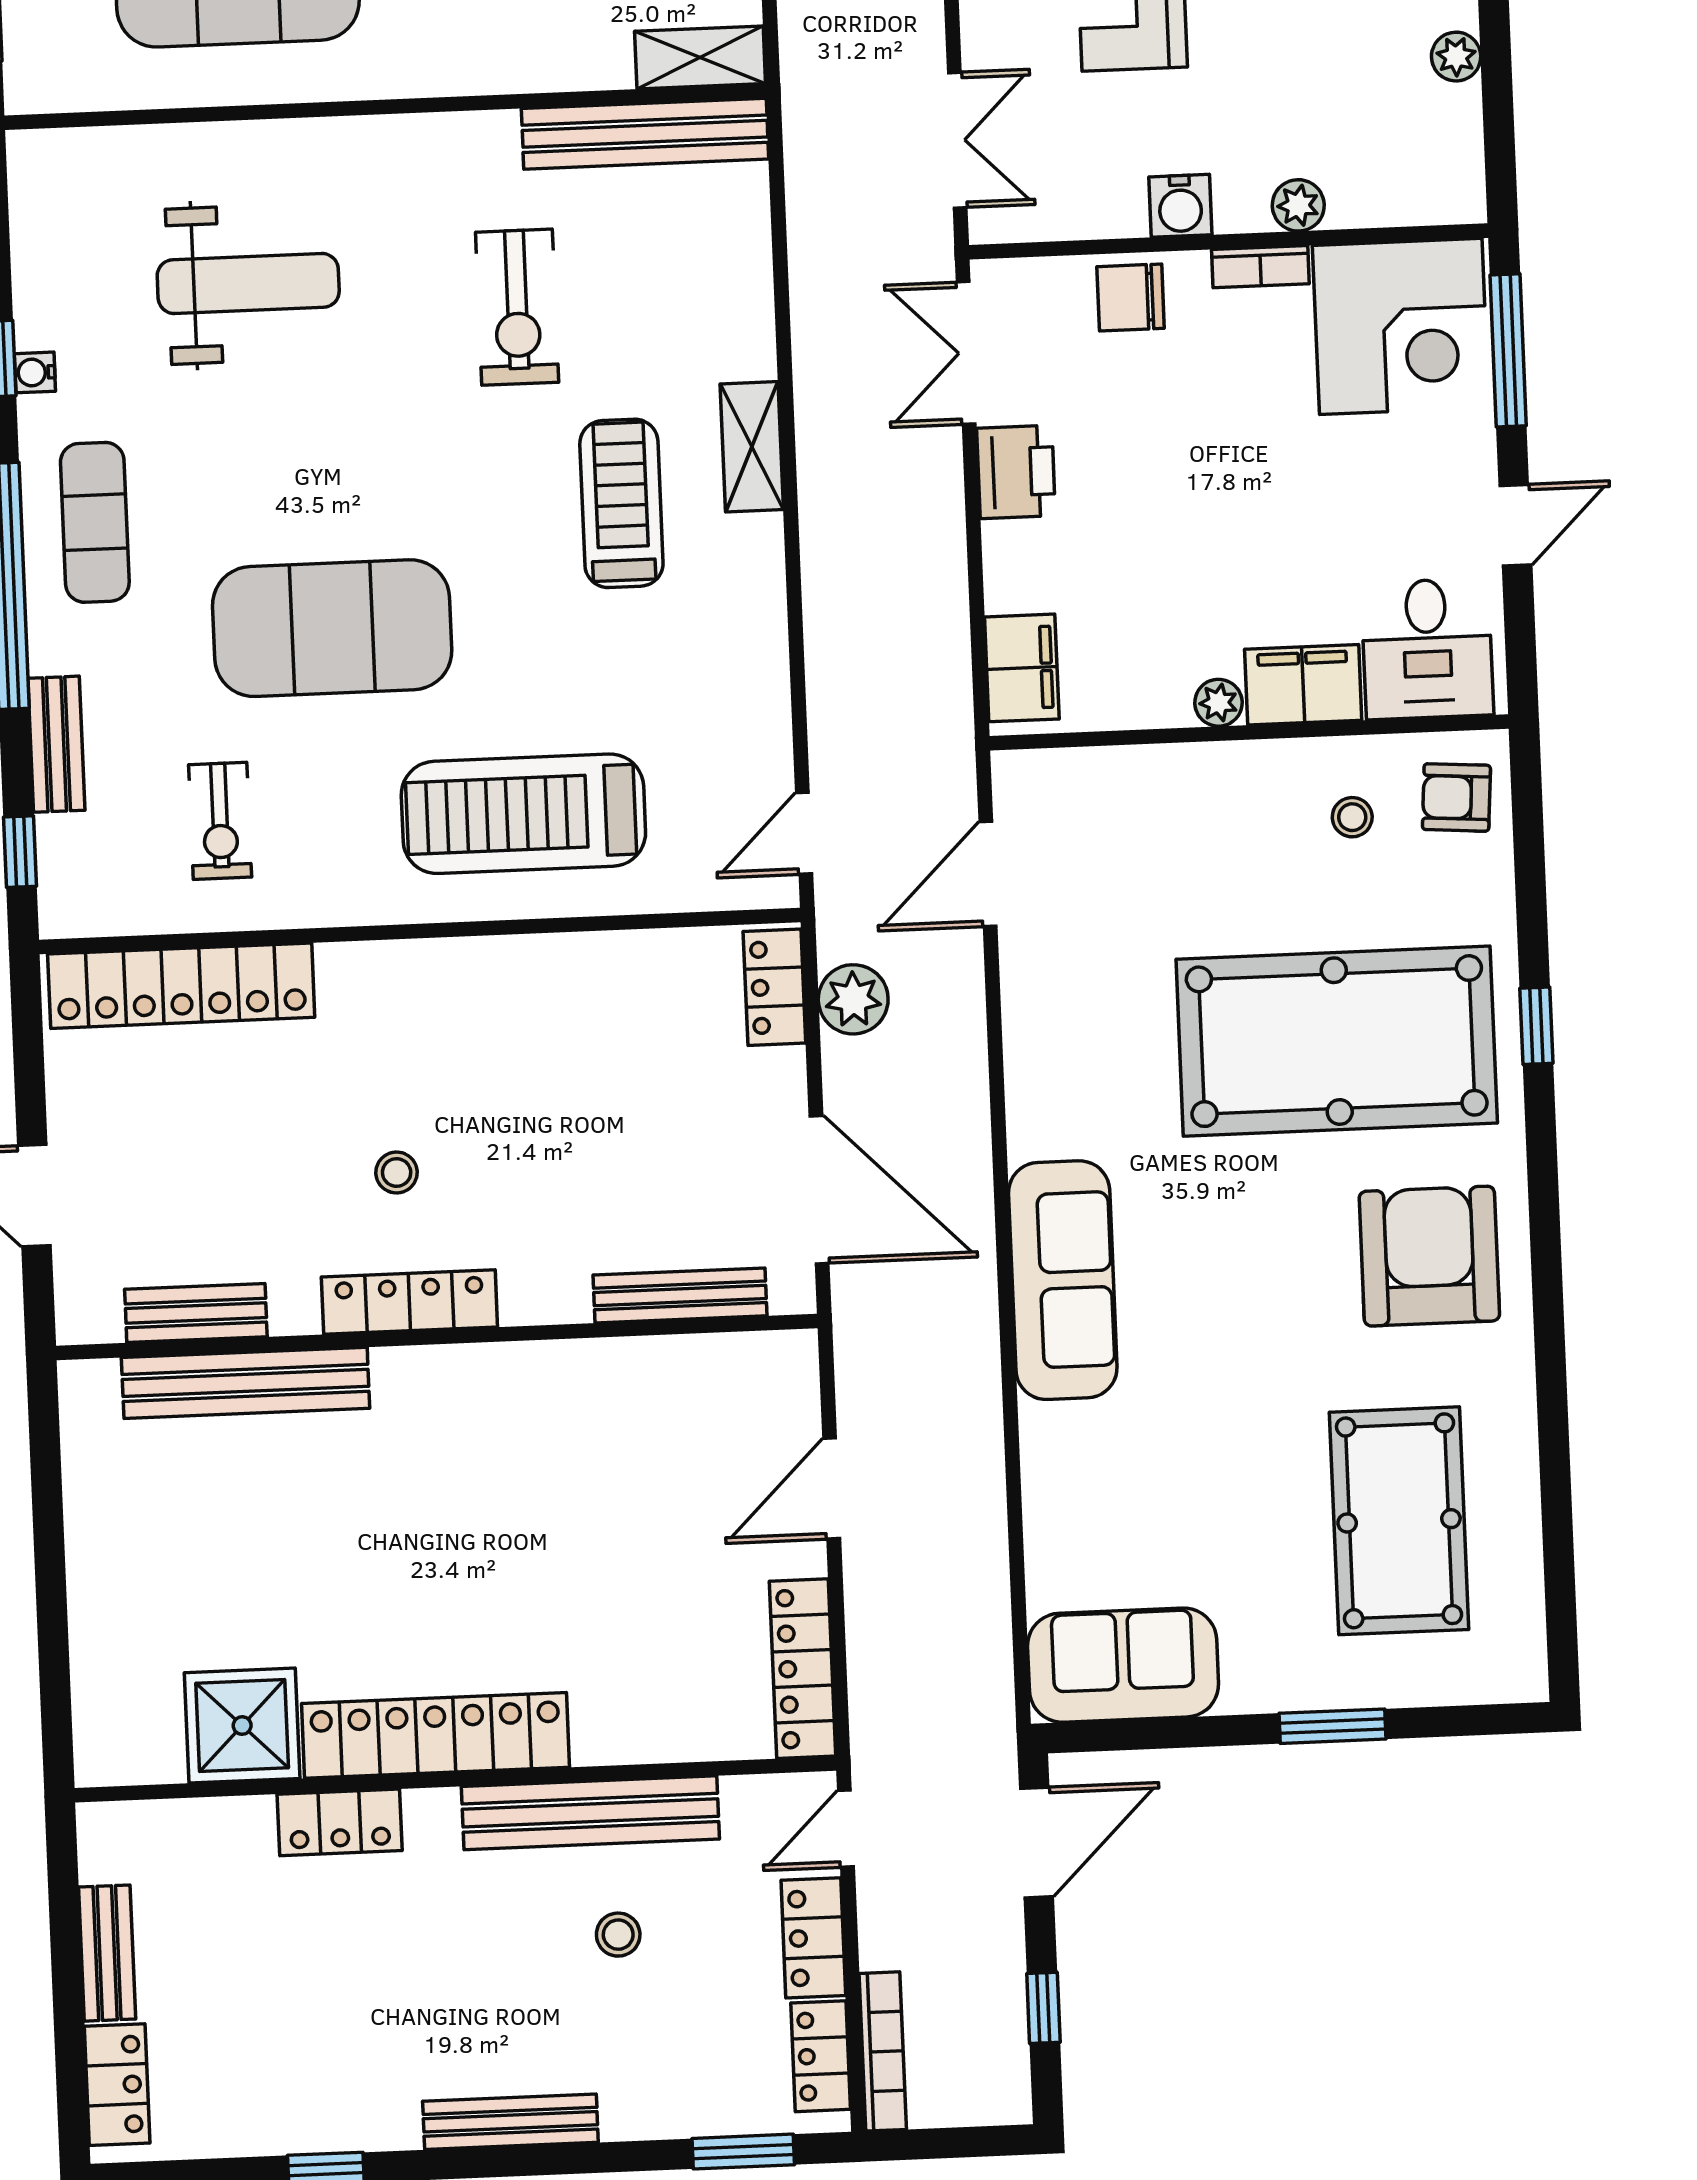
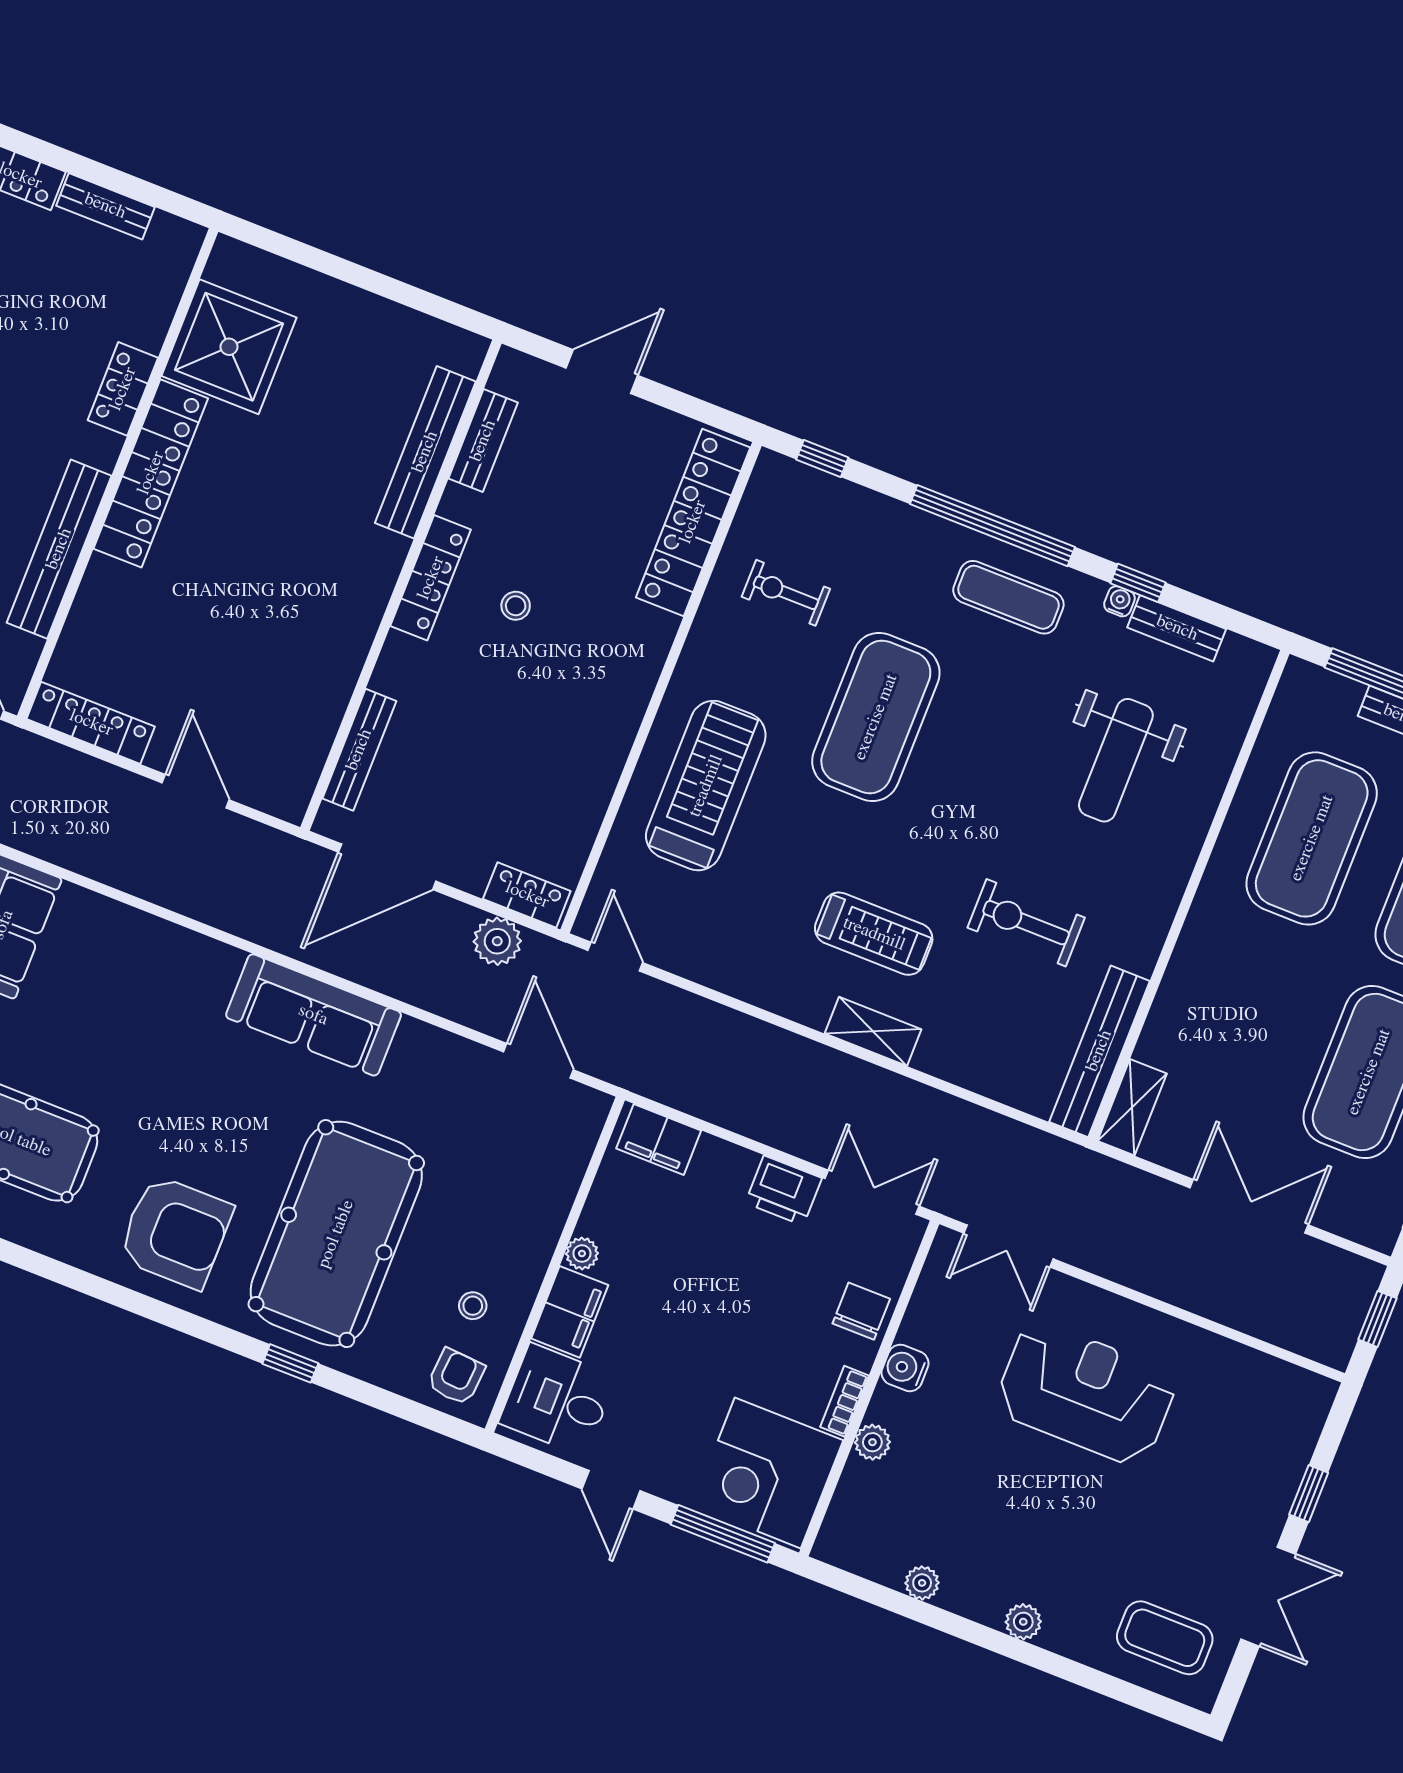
bench: (56, 744) -> (1177, 628), moved
sofa: (1063, 1280) -> (313, 1015), moved
shower: (242, 1726) -> (229, 347), width x1.37, depth x1.37

